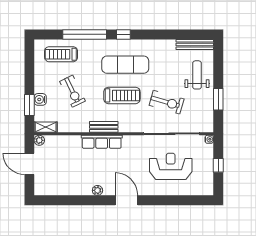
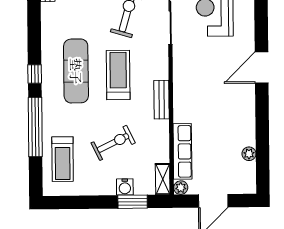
row of seats: (102, 142) -> (182, 151), moved
plant: (97, 190) -> (249, 154), moved

